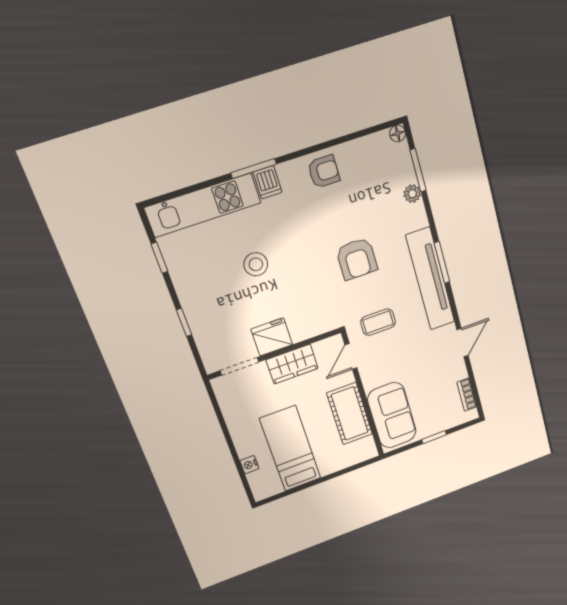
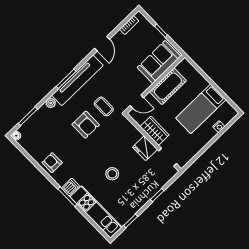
plant: (412, 194) -> (51, 103), moved
armchair: (357, 259) -> (86, 125), turned 90
coffee table: (378, 322) -> (104, 106), moved
door: (463, 343) -> (102, 44), swing flipped

